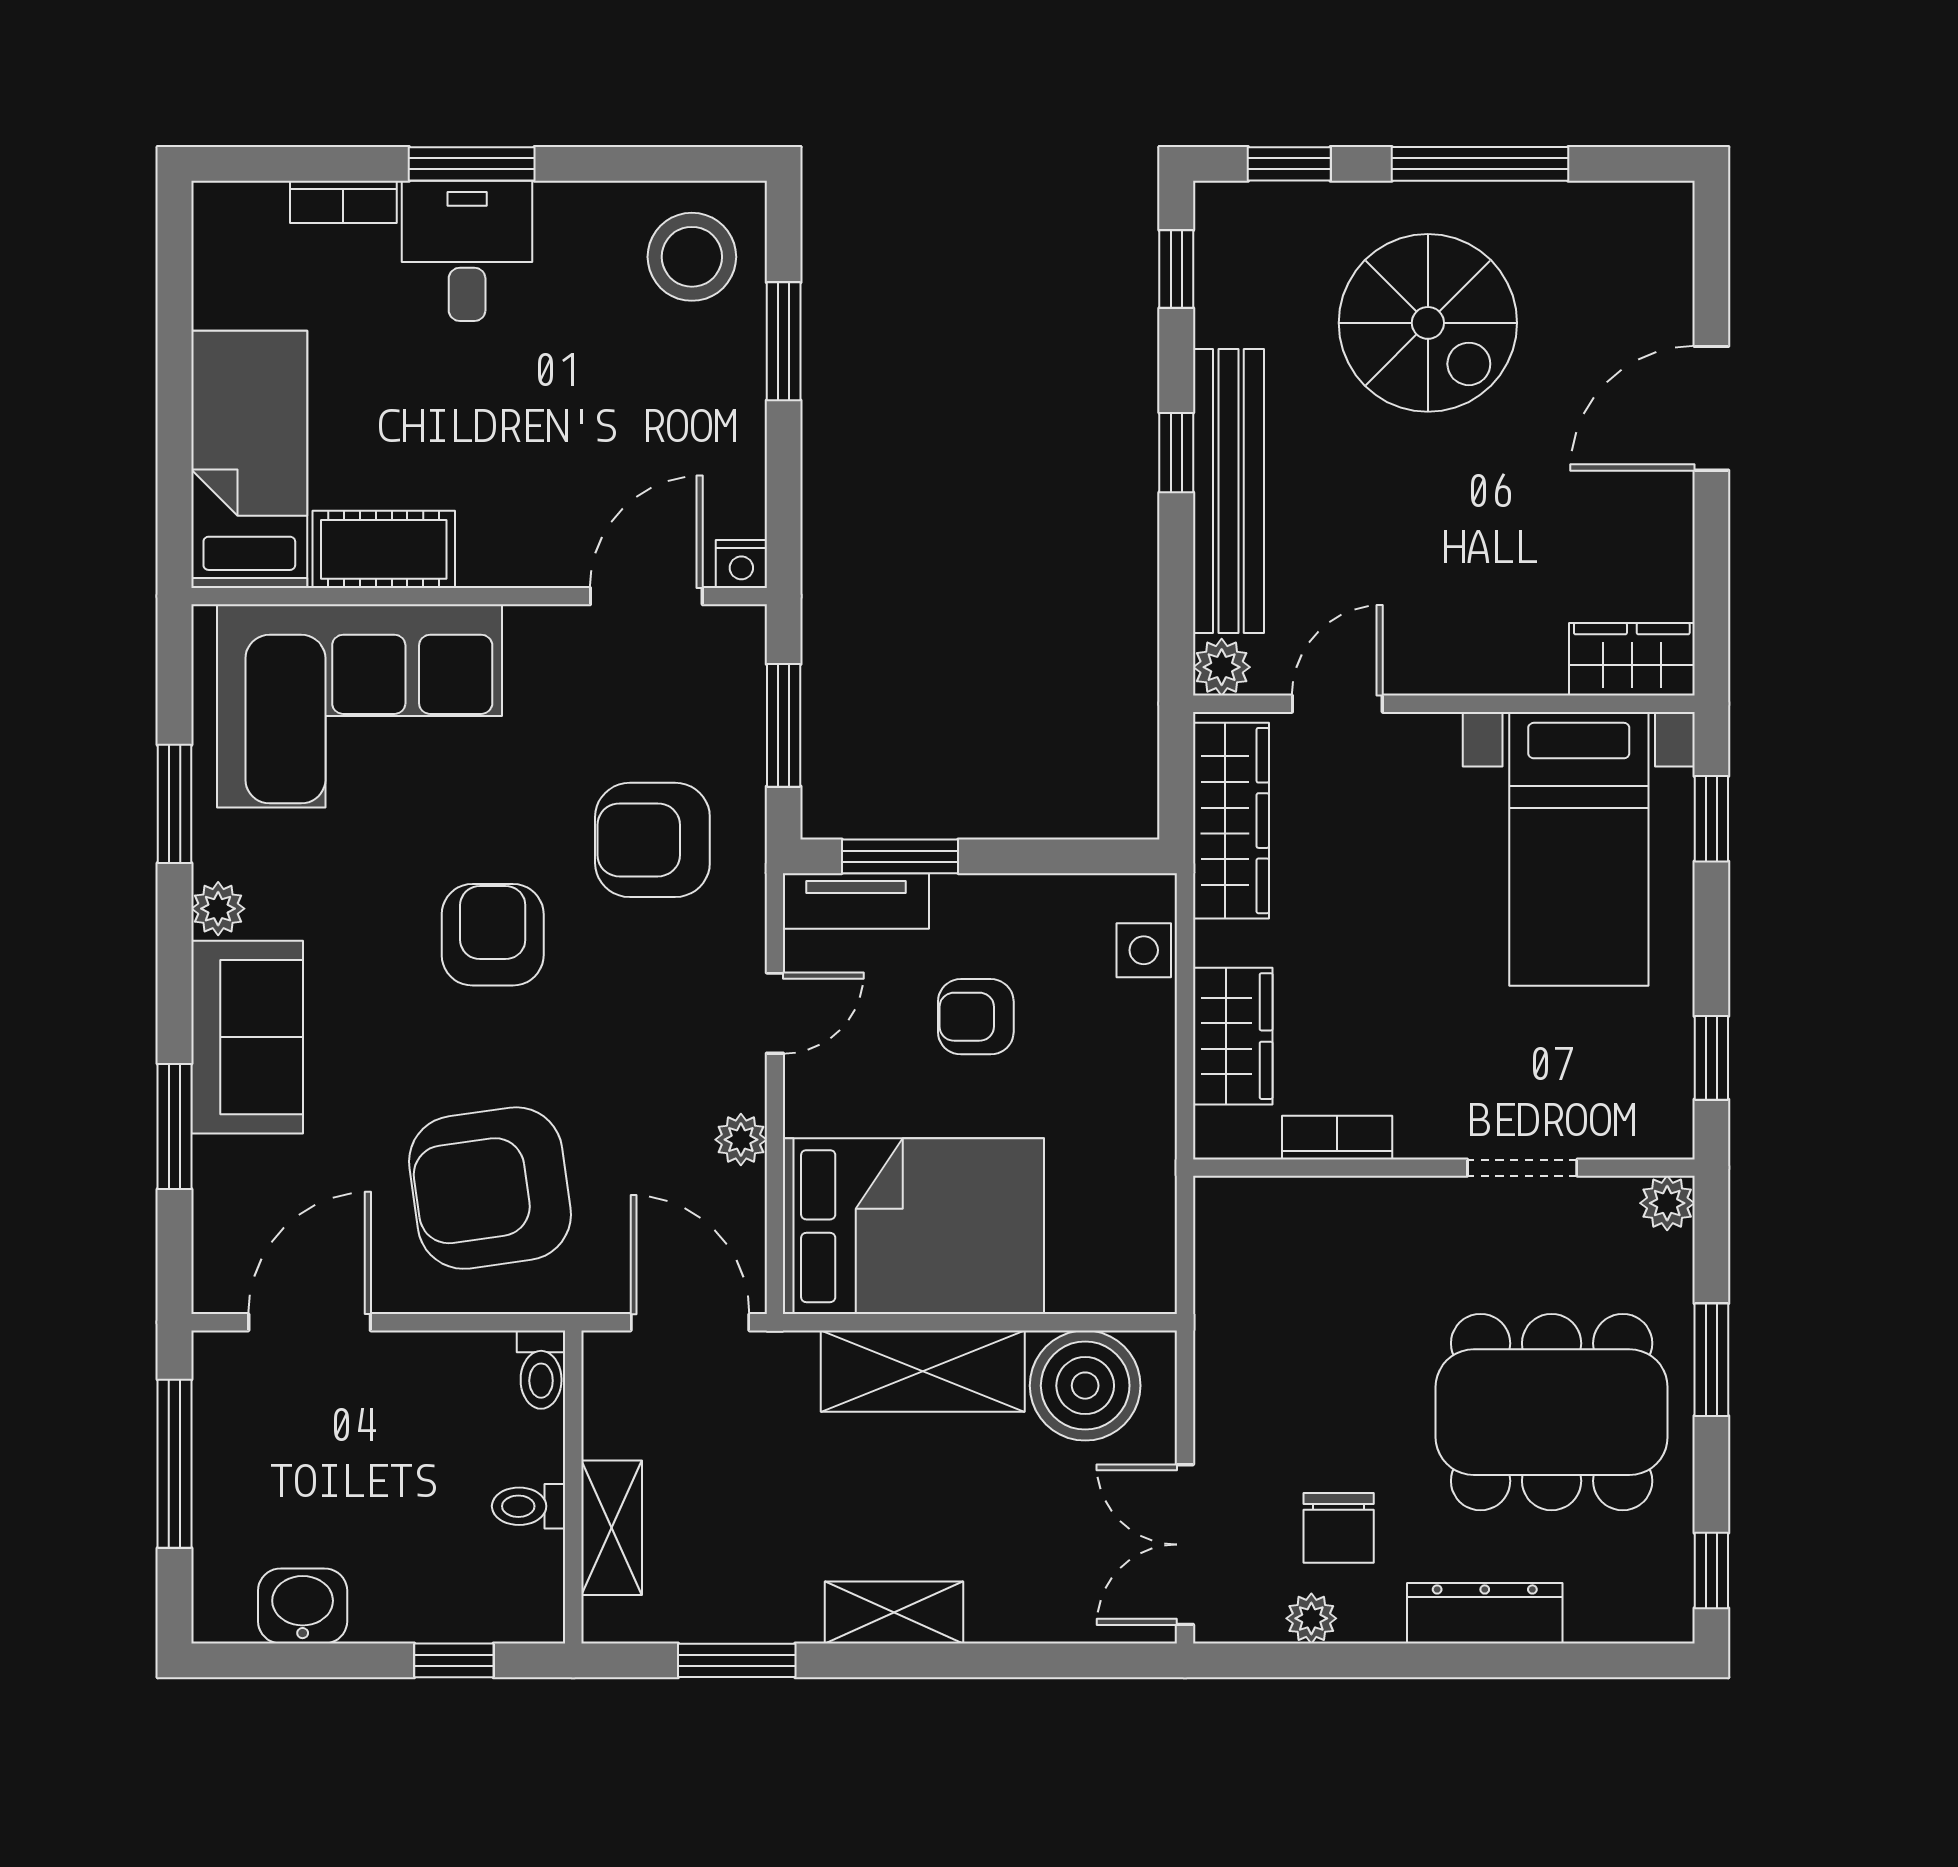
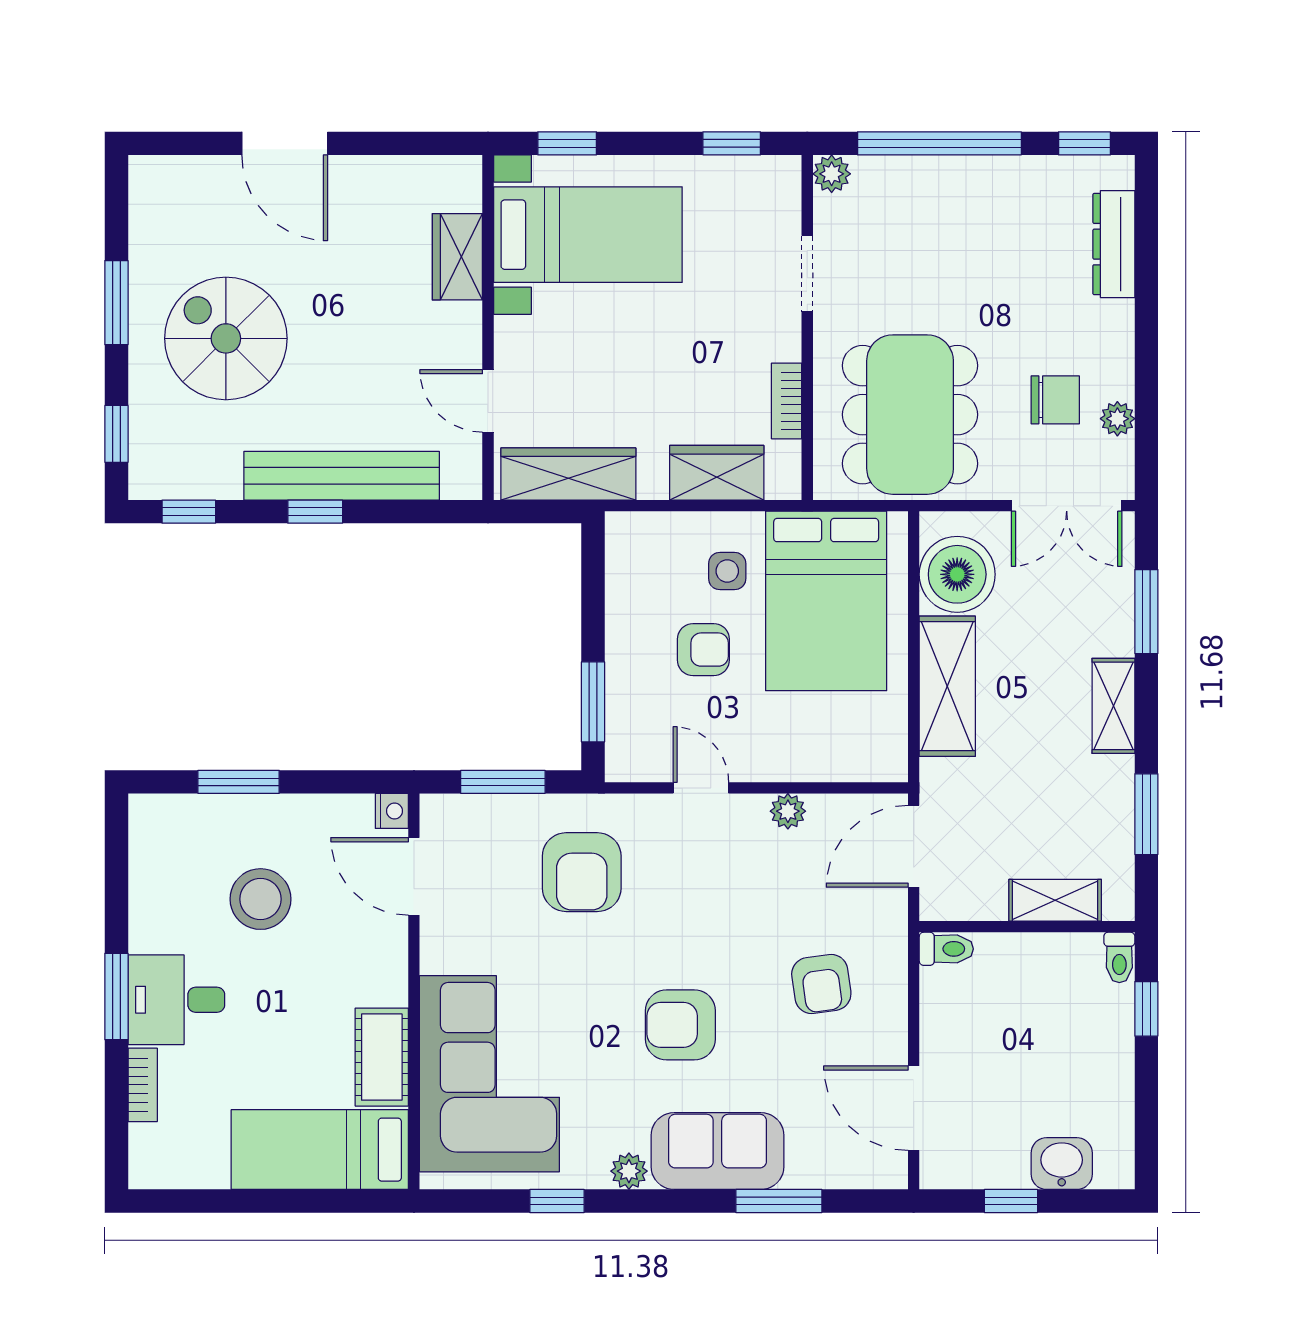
window: (1480, 164) -> (116, 303), width x0.69
stool: (692, 257) -> (261, 899), moved
spiral stairs: (1428, 323) -> (226, 338), turned -90
wardrobe: (1632, 659) -> (457, 257), moved
plant: (1222, 667) -> (463, 480), removed
window: (175, 804) -> (557, 1201), width x0.67
tv unit: (856, 901) -> (624, 732), removed
armchair: (493, 935) -> (680, 1025), moved
side table: (1144, 950) -> (727, 571), moved
armchair: (976, 1017) -> (703, 650), turned -90
armchair: (490, 1188) -> (821, 984), width x0.53, depth x0.53
bed: (913, 1226) -> (826, 601), moved, turned 180
window: (1711, 1360) -> (939, 143), width x2.11
dining table: (1552, 1412) -> (910, 415), moved
window: (175, 1464) -> (1011, 1201), width x0.46
toilet: (529, 1506) -> (1119, 957), moved
washbasin: (303, 1606) -> (1062, 1164), moved, turned 90
dresser: (1485, 1613) -> (1114, 244), moved
window: (1031, 1660) -> (1146, 612), added

